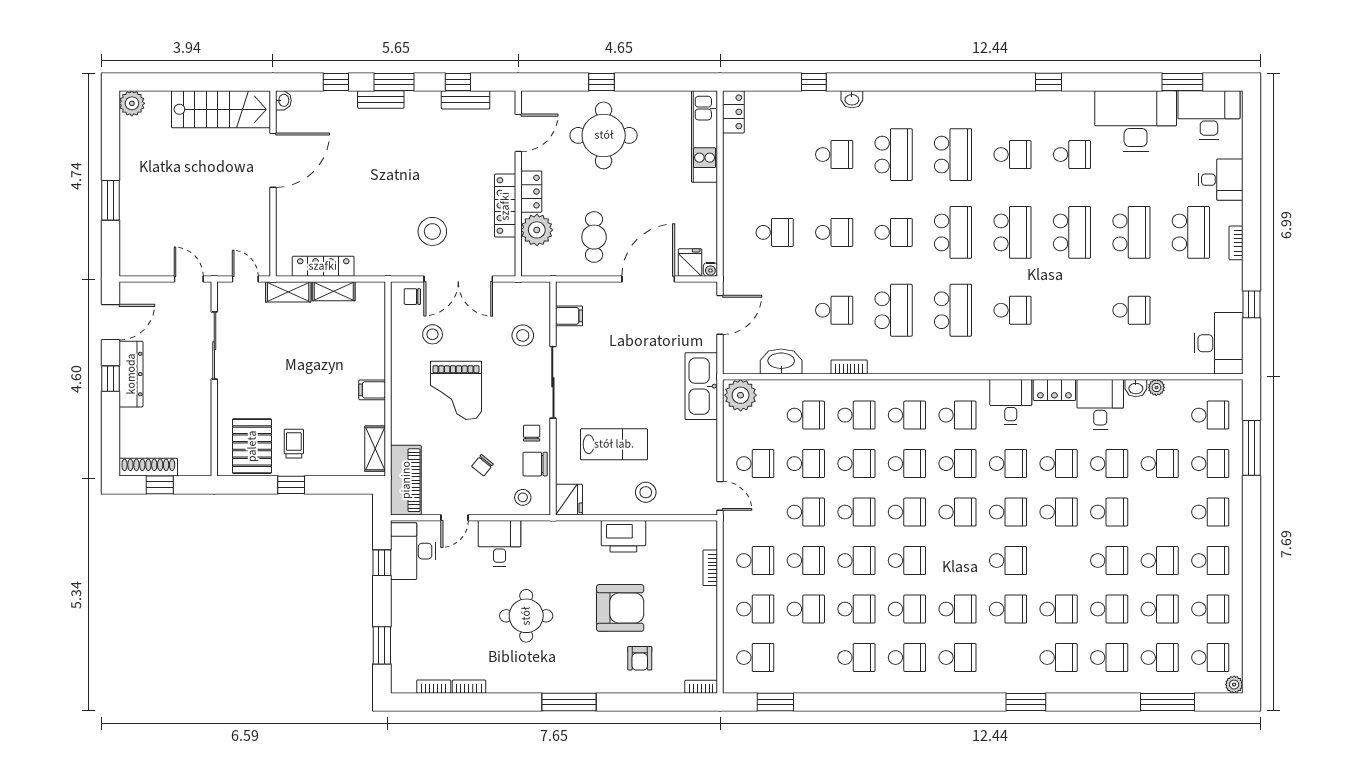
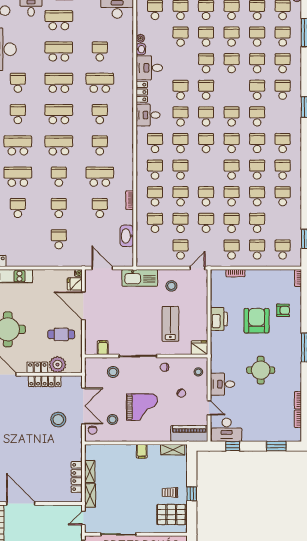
school desk: (953, 310) -> (100, 145), width x0.54
school desk: (1072, 310) -> (100, 83), added
plant: (741, 395) -> (145, 257), removed
chair: (535, 464) -> (181, 365), removed
school desk: (1109, 464) -> (206, 37), moved
stool: (646, 492) -> (171, 286), moved
school desk: (907, 512) -> (232, 143), moved

